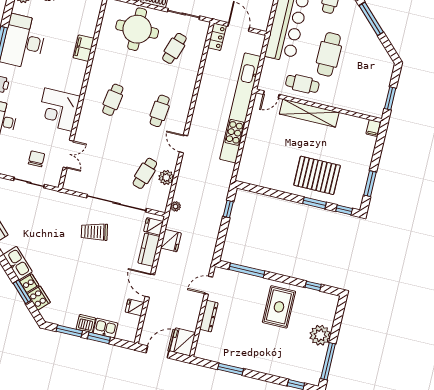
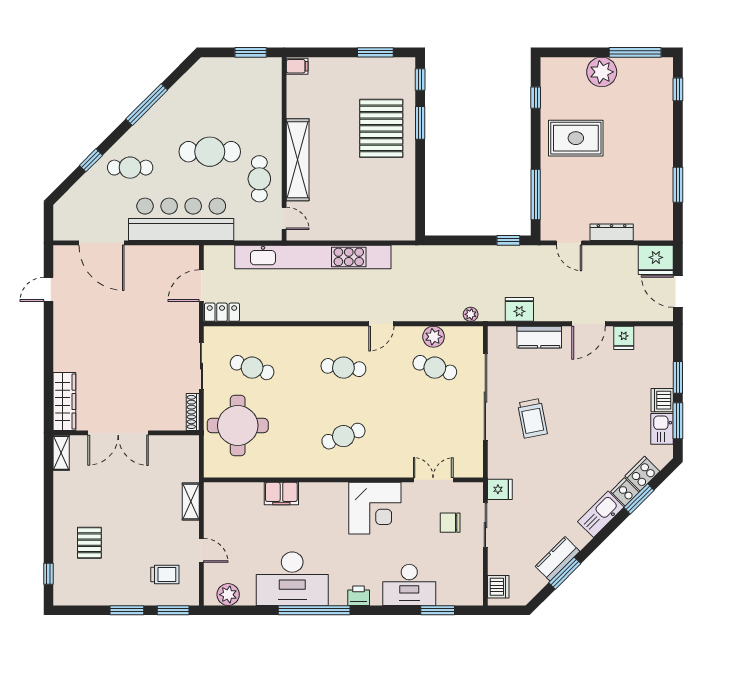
cafe table: (113, 100) -> (343, 436), turned -30
window: (228, 209) -> (508, 240), moved
fridge: (154, 226) -> (500, 489), moved, turned -90
kitchen sink: (105, 328) -> (662, 429), moved

